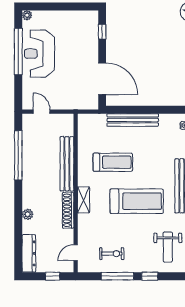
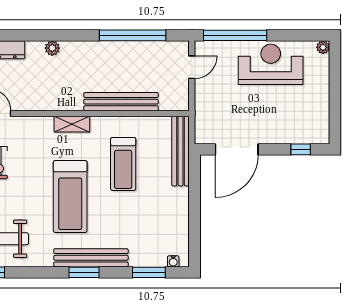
window: (18, 52) -> (235, 35), moved
bench: (133, 120) -> (181, 151), moved
shoe rack: (68, 210) -> (58, 103), removed

